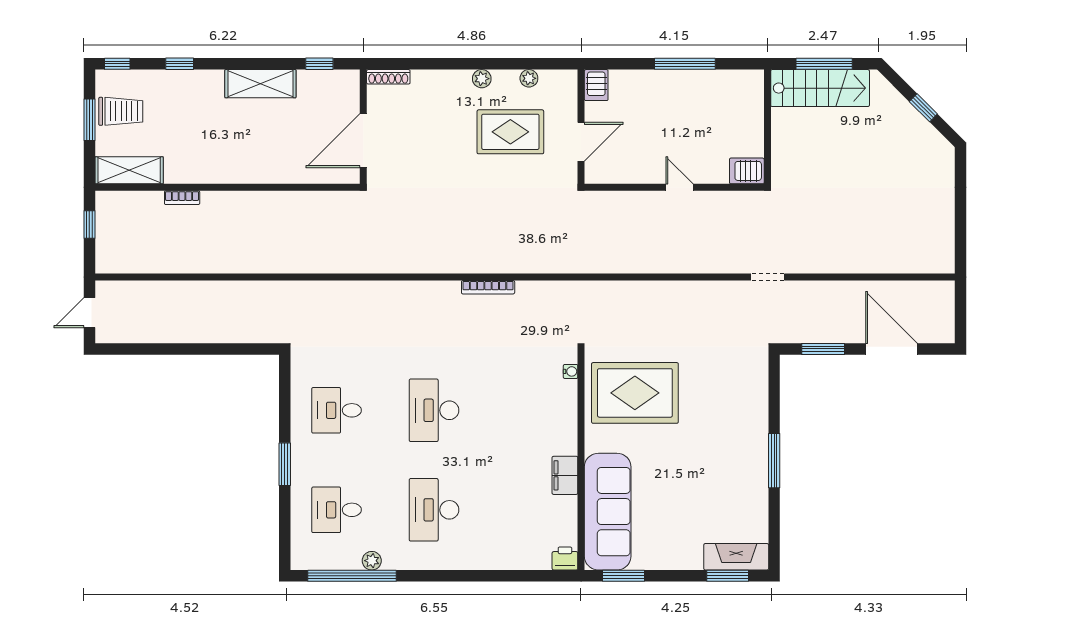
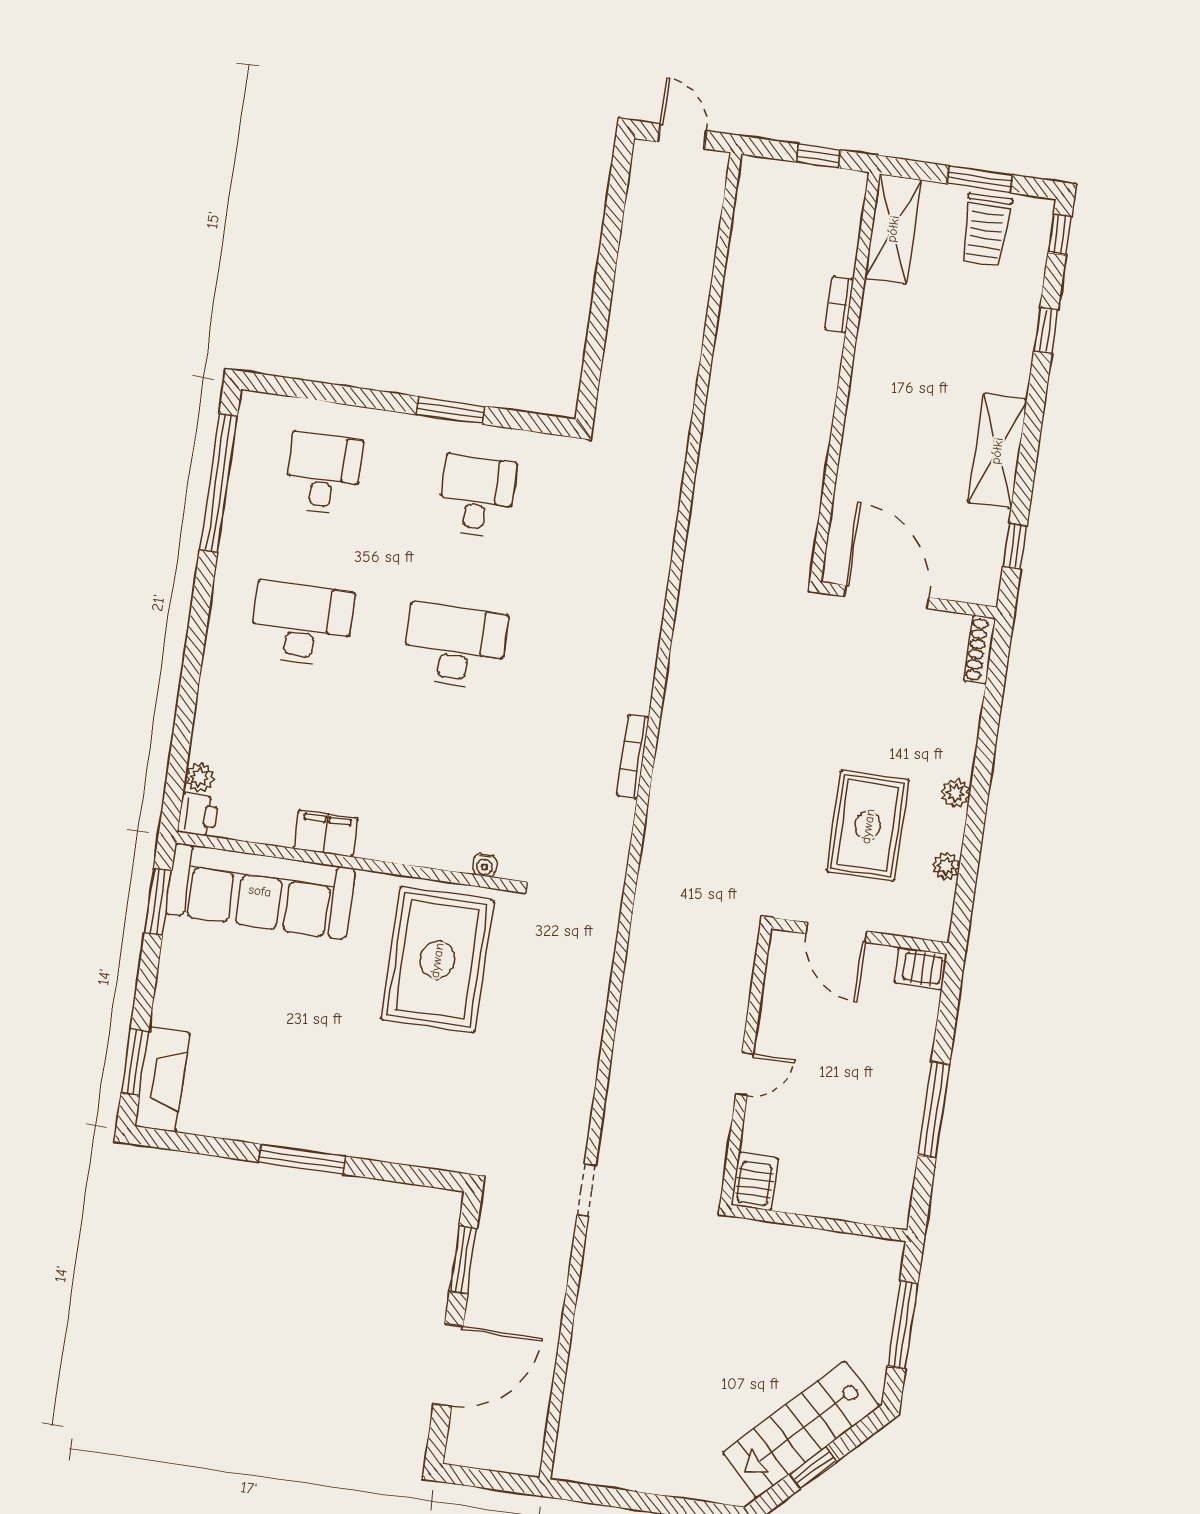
stairs: (820, 88) -> (801, 1430), moved, turned 45
window: (285, 464) -> (450, 410), moved
plant: (372, 561) -> (200, 778), moved

